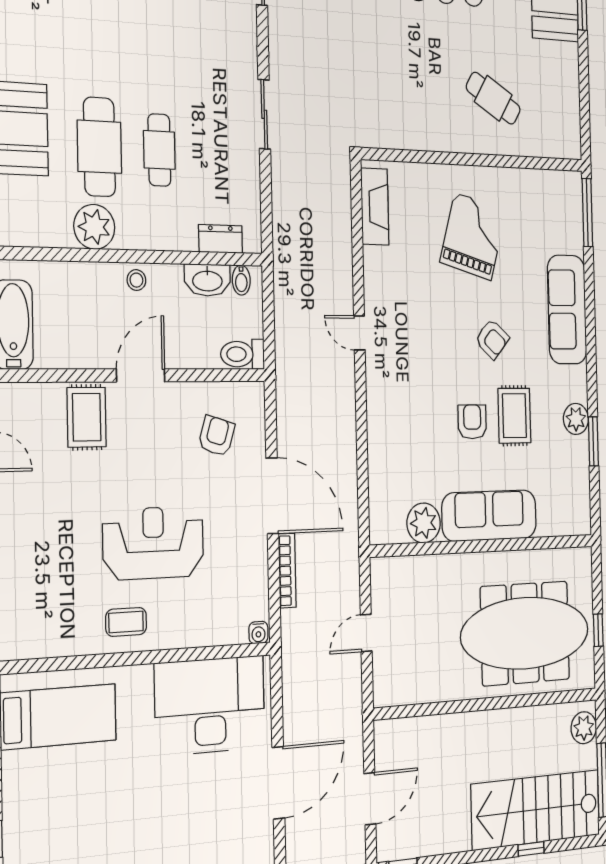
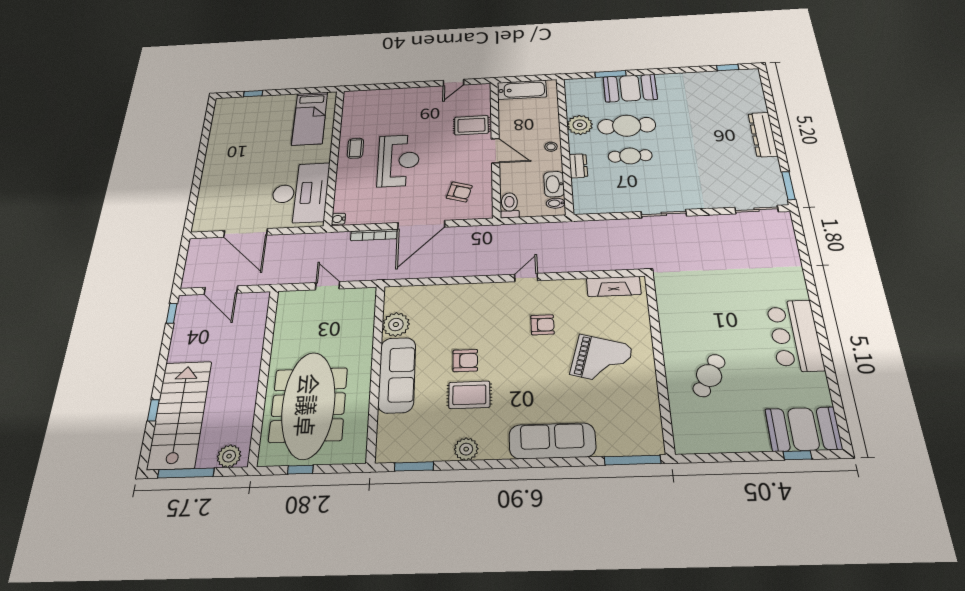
dresser: (221, 239) -> (578, 166), moved
armchair: (492, 339) -> (542, 325), moved, turned -131
window: (593, 441) -> (414, 466), moved

